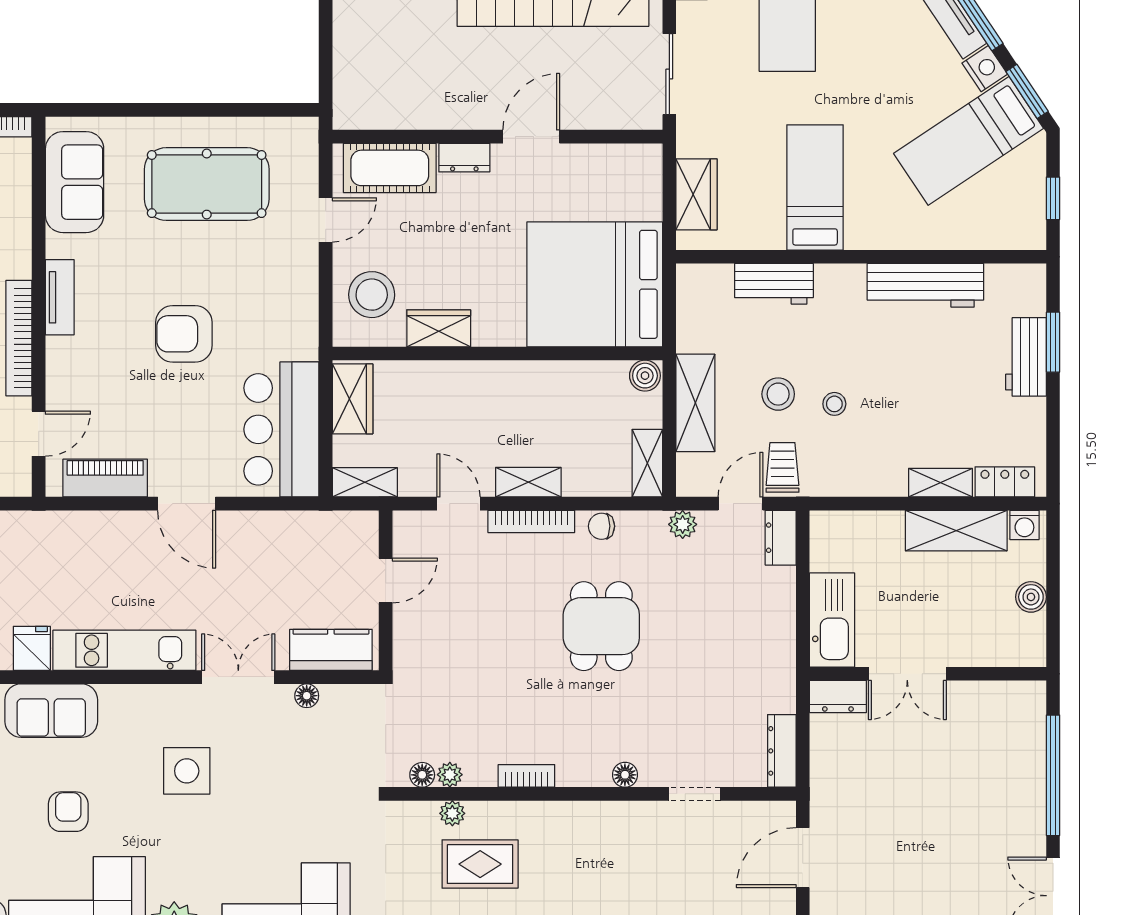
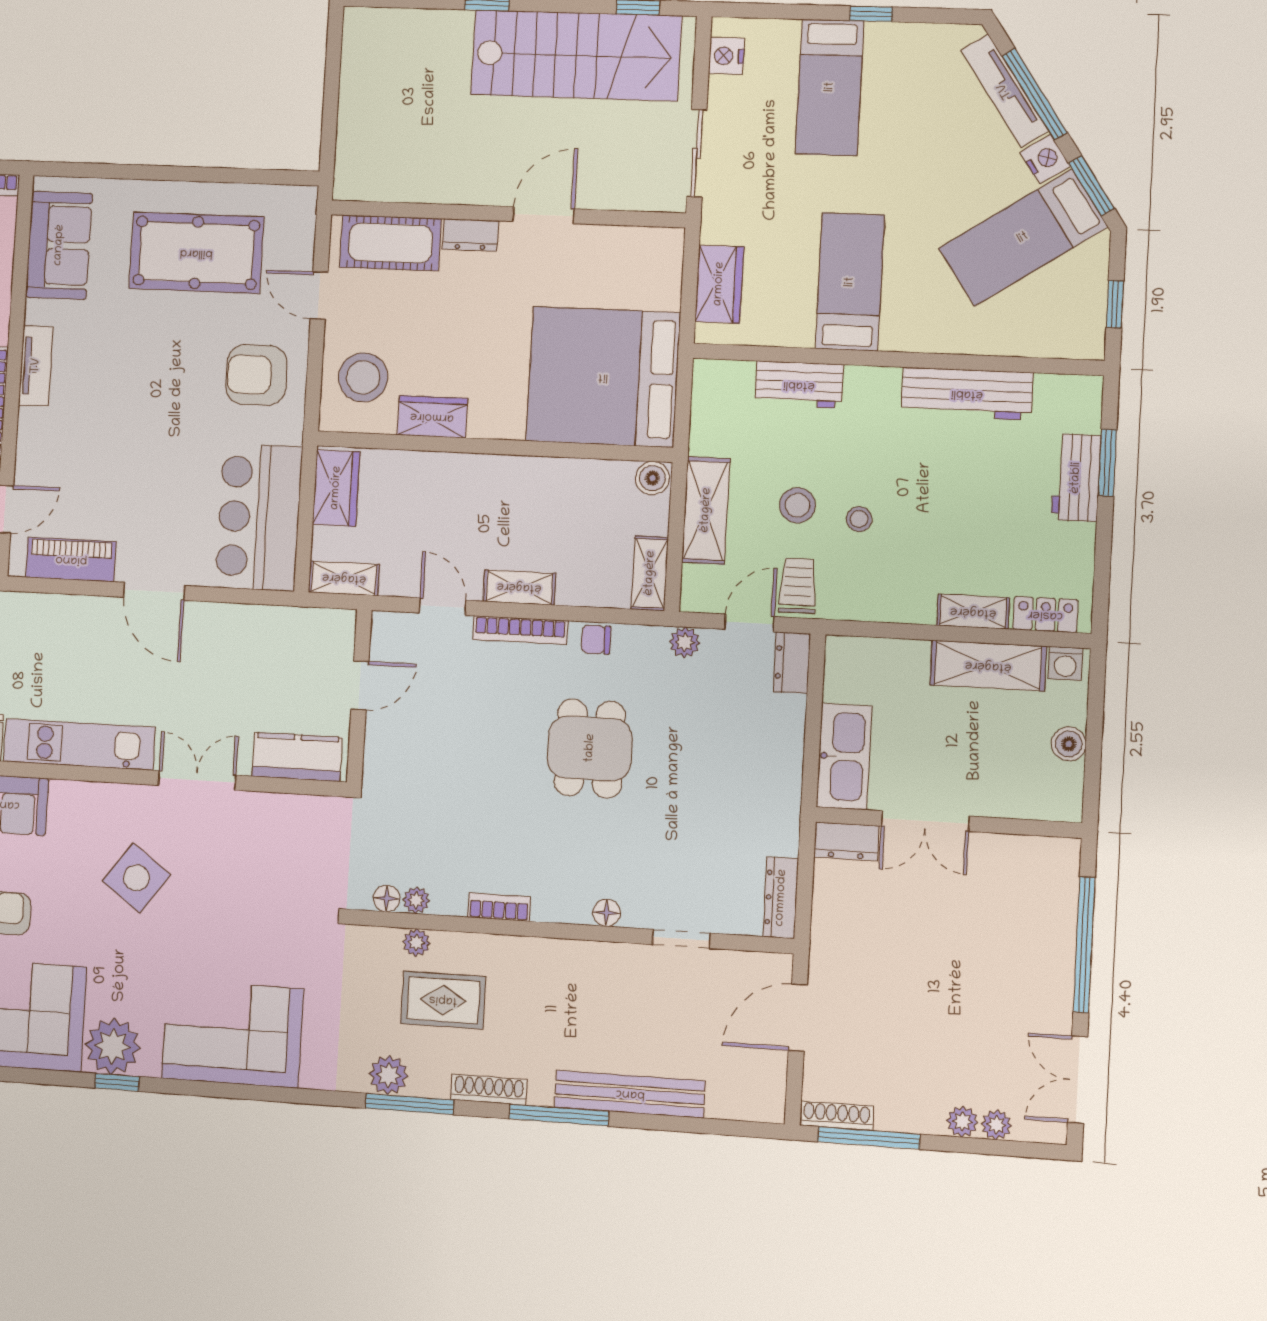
door: (326, 220) -> (319, 296), swing flipped
armchair: (184, 334) -> (256, 375), moved
floor lamp: (307, 696) -> (268, 805), removed
side table: (187, 771) -> (136, 878), turned 36

